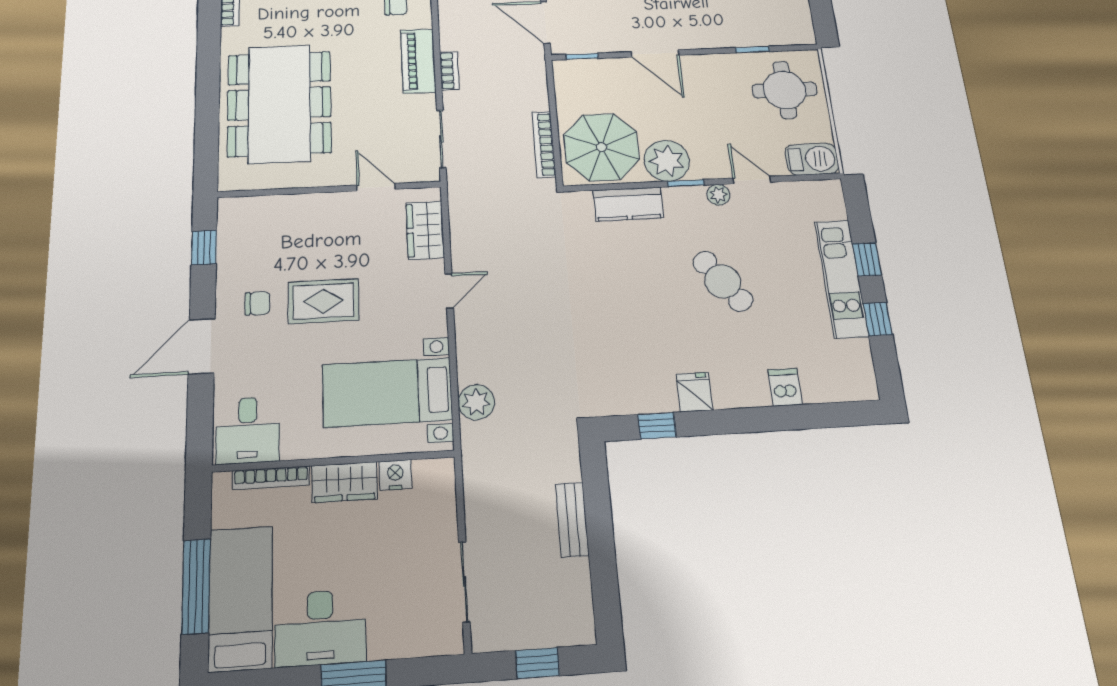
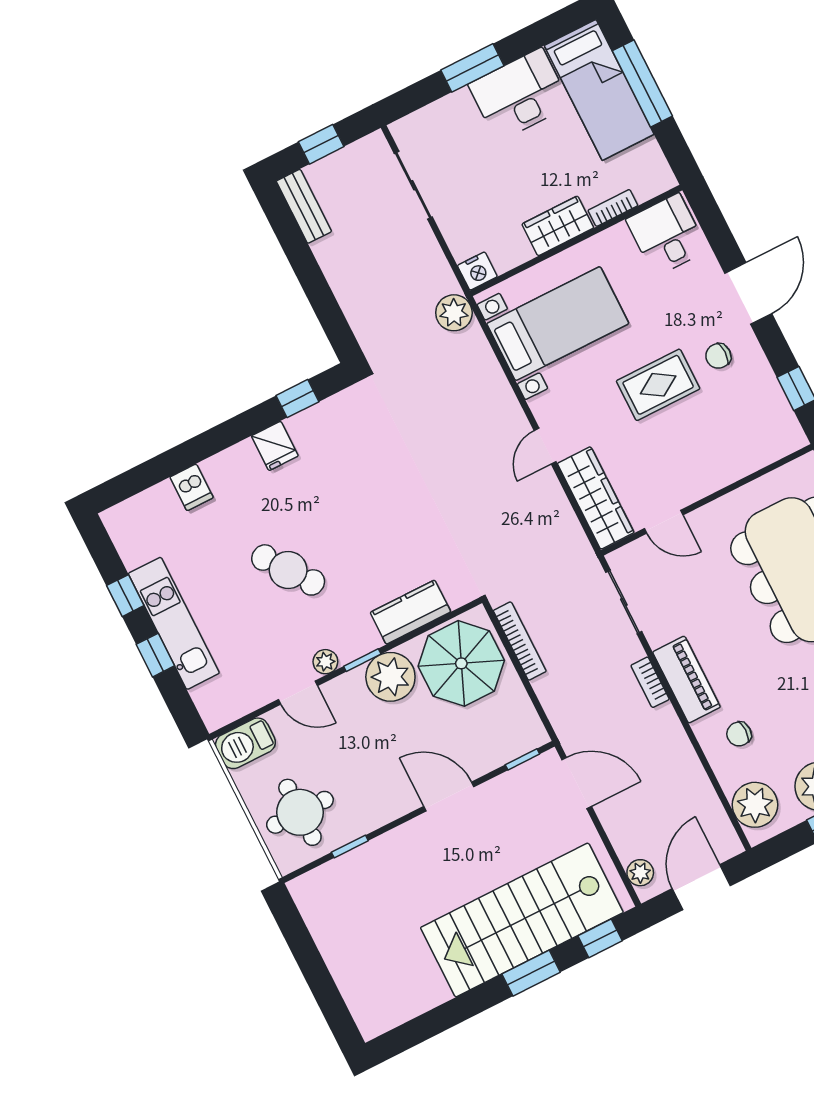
wardrobe: (425, 230) -> (596, 498), width x1.50
plant: (476, 402) -> (454, 313), moved
nightstand: (395, 475) -> (477, 271), moved
bookcase: (271, 478) -> (613, 208), width x0.64
bench: (572, 520) -> (304, 206), moved

